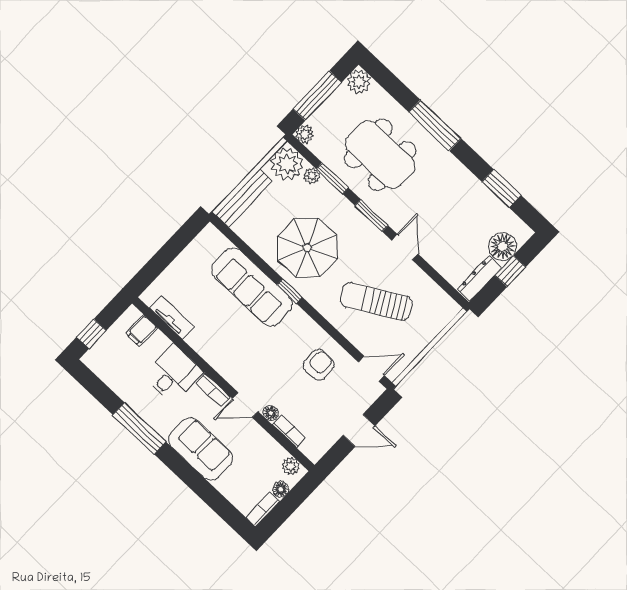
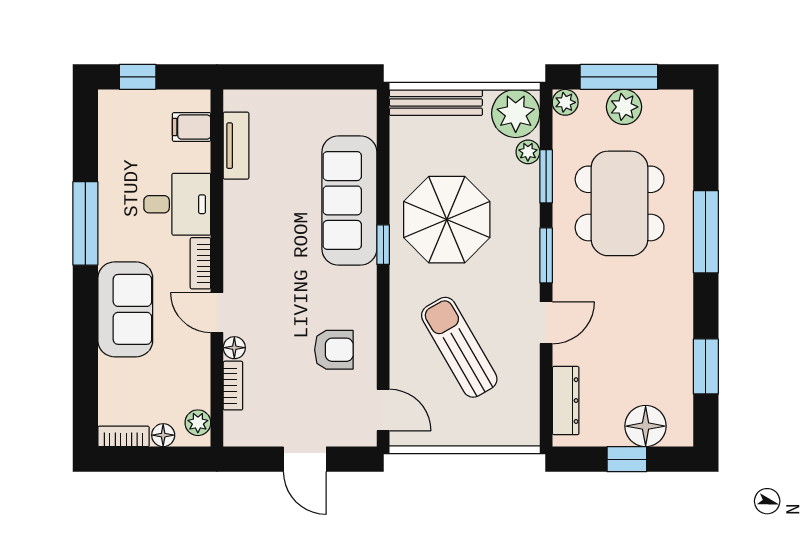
plant: (359, 82) -> (624, 107), moved
dresser: (479, 278) -> (566, 401), moved, turned 90

